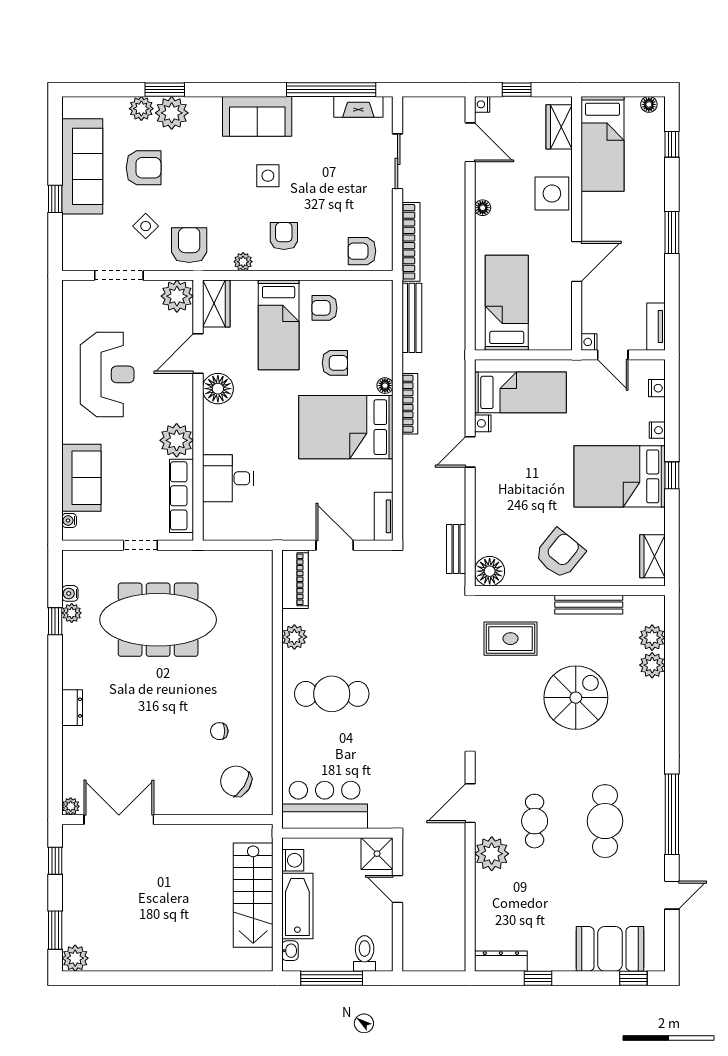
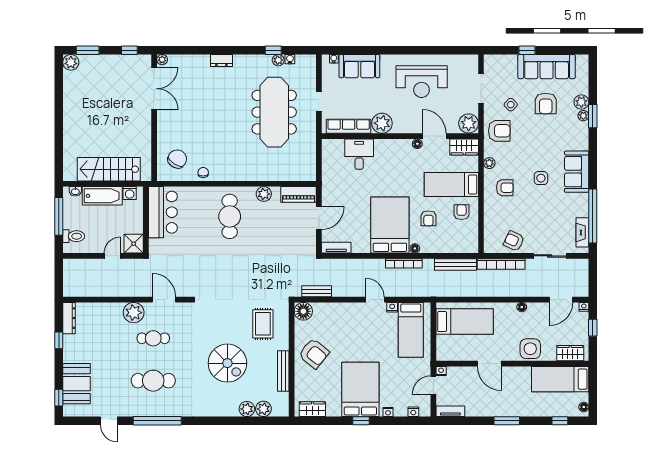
plant: (172, 113) -> (583, 116), width x0.53, depth x0.53
armchair: (362, 251) -> (514, 241), moved, turned -65
floor lamp: (218, 389) -> (417, 144), width x0.53, depth x0.53
chair: (219, 731) -> (203, 172), moved

